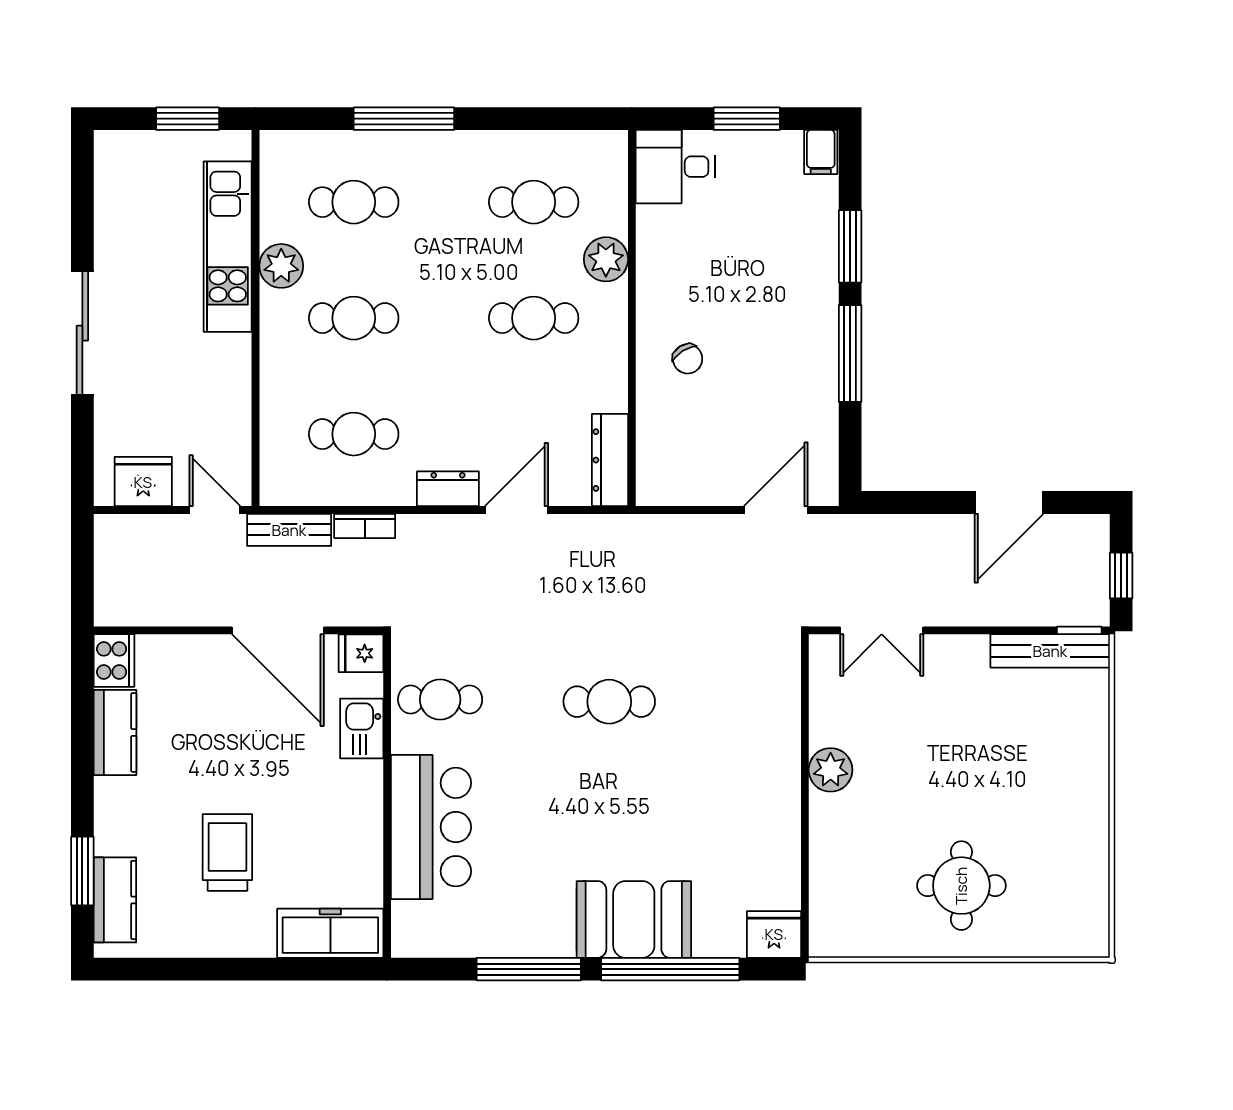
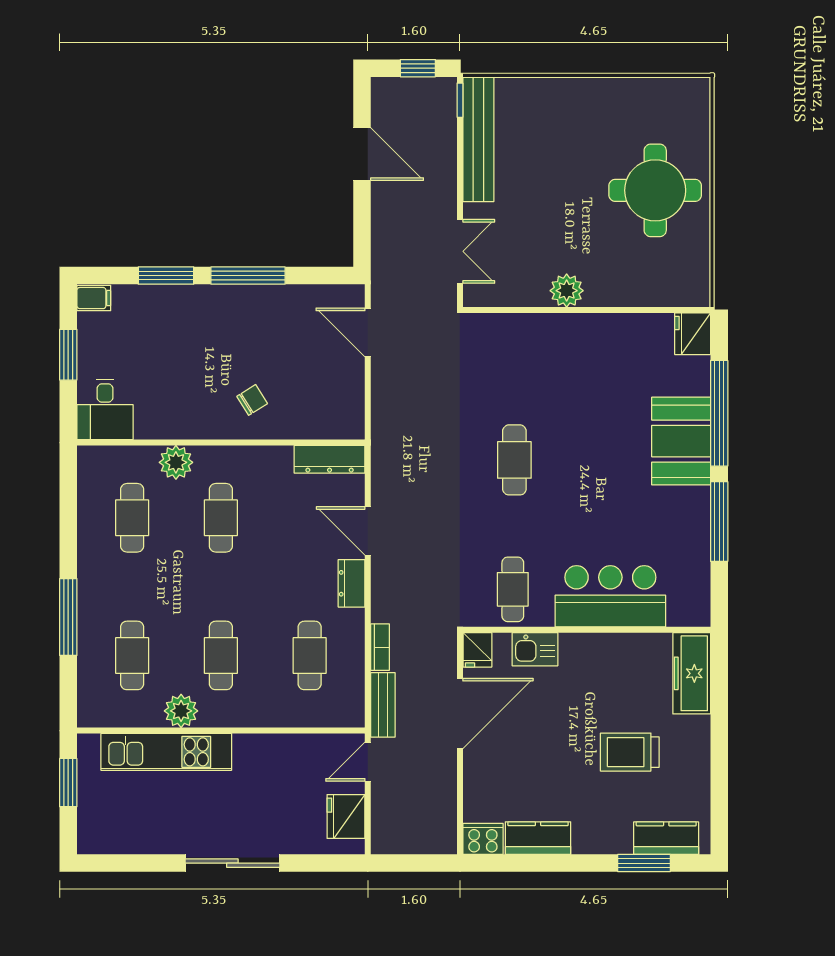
bench: (1050, 651) -> (478, 139), width x1.37, depth x1.21
round table: (961, 886) -> (655, 190), width x1.36, depth x1.36

